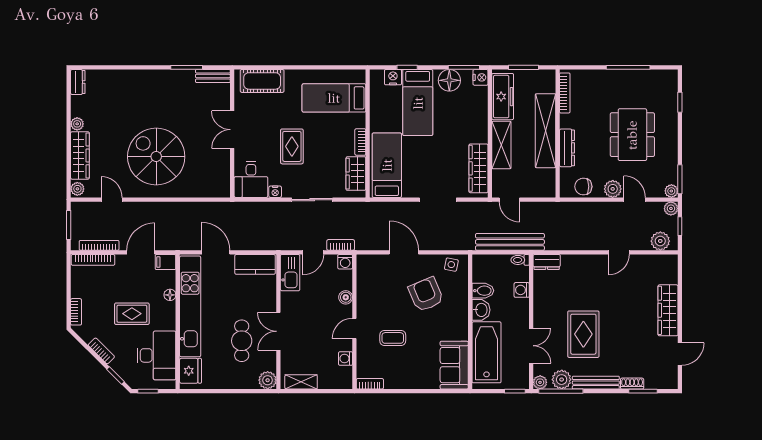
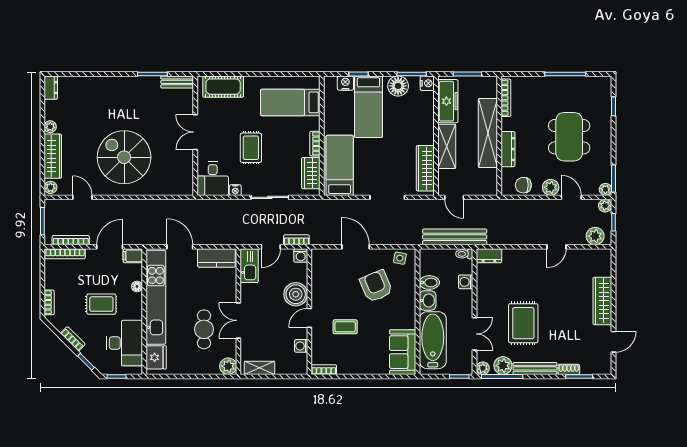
boiler: (346, 297) -> (296, 294), width x1.86, depth x1.86

